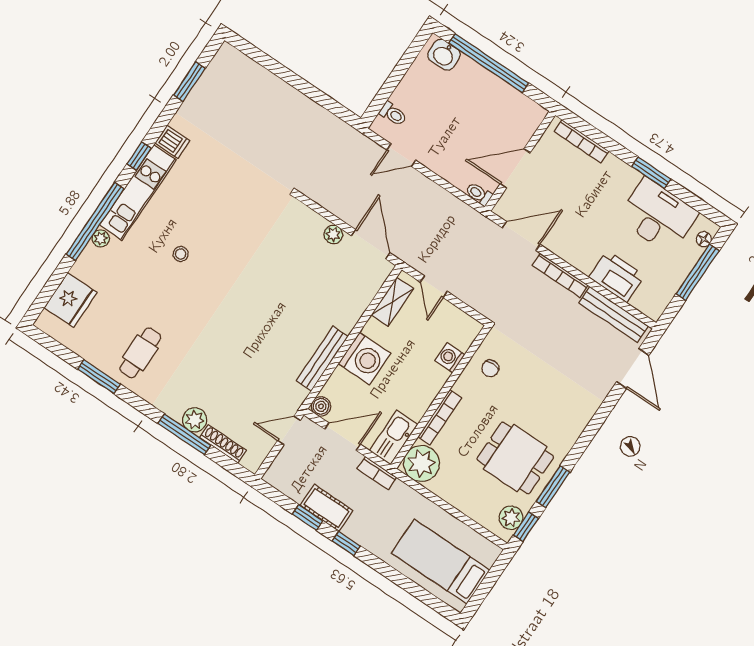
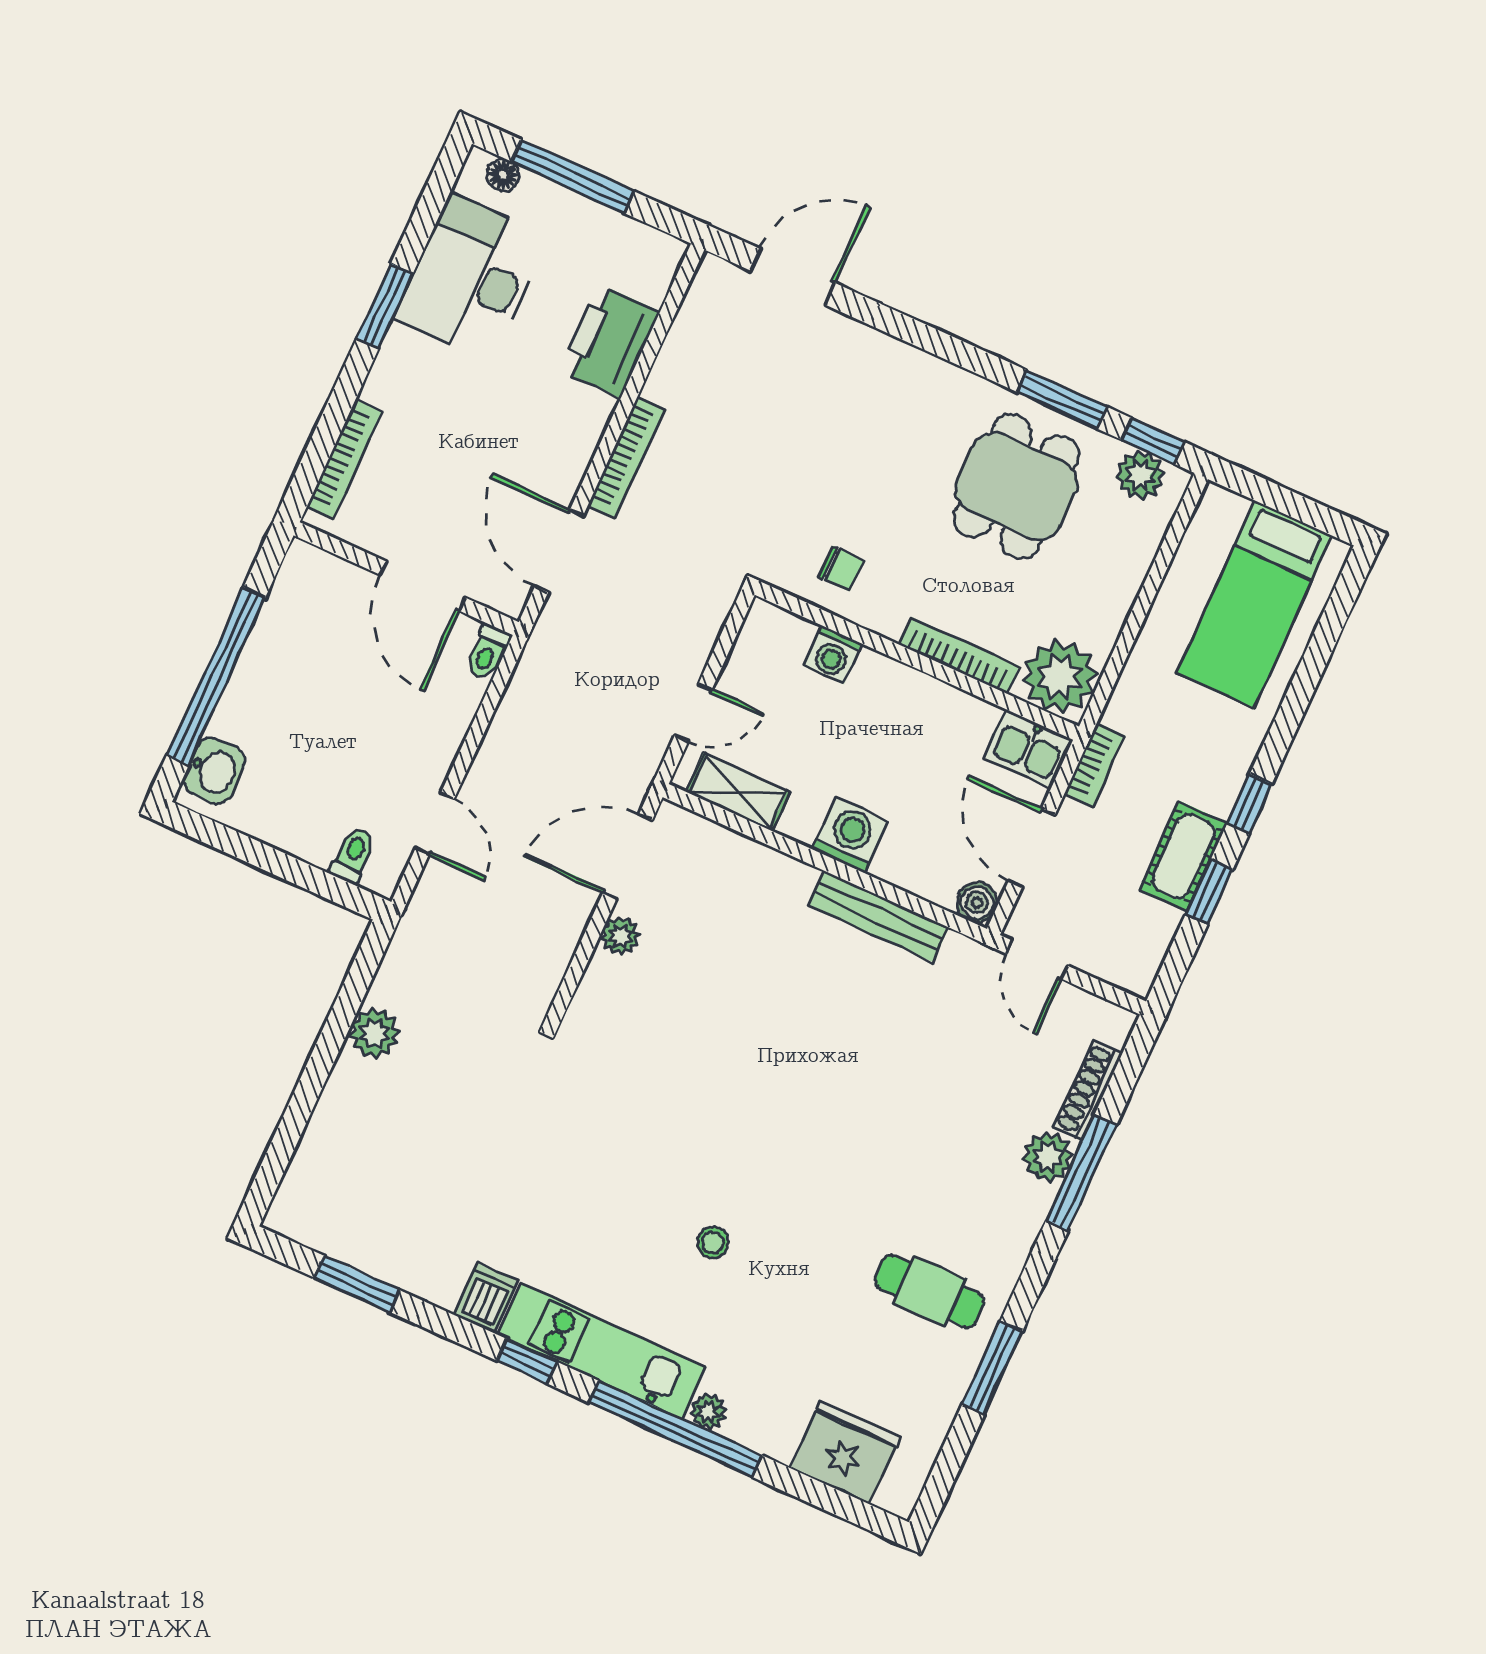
plant: (307, 110) -> (374, 1033), added
bench: (614, 314) -> (688, 334), removed
washing machine: (364, 359) -> (850, 835), width x0.73, depth x0.73
kitchen sink: (394, 438) -> (1029, 749), width x0.73

